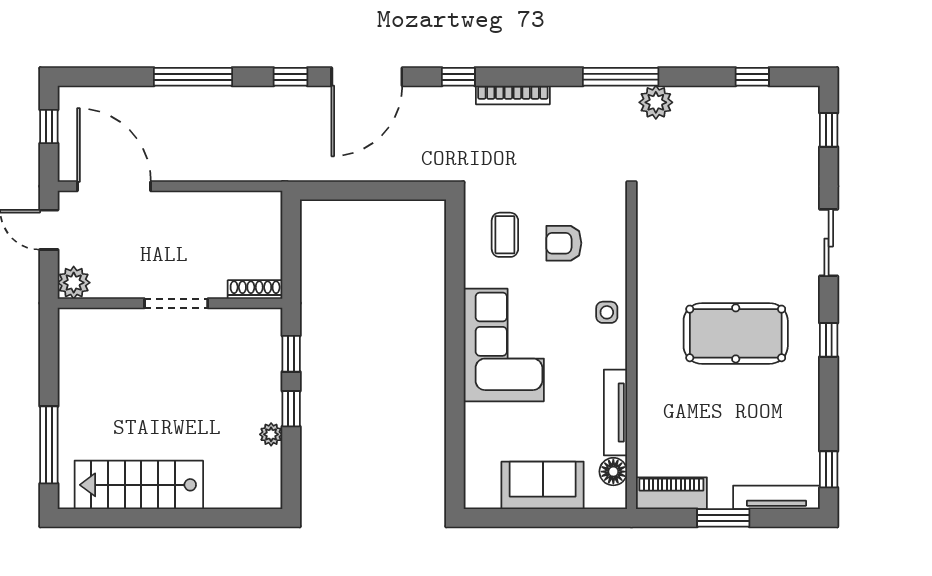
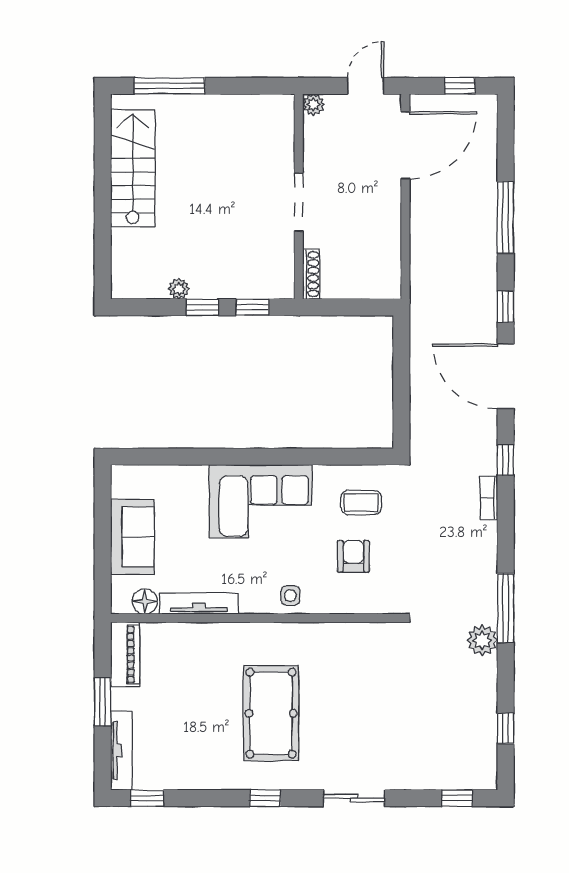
bookcase: (513, 95) -> (489, 498), width x0.64
plant: (74, 283) -> (313, 105), width x0.73, depth x0.73

